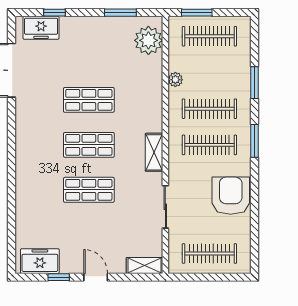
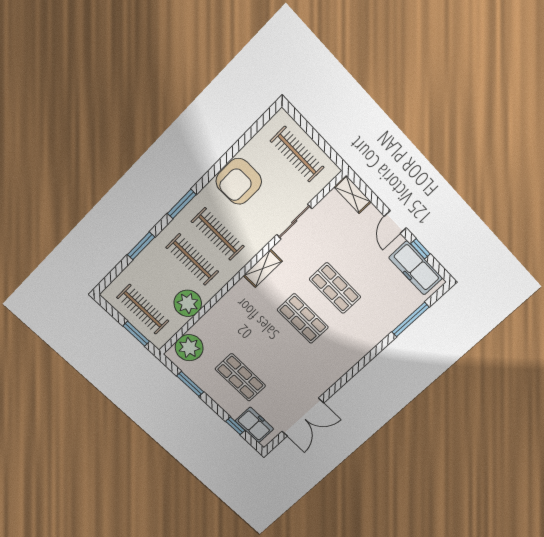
plant: (175, 80) -> (188, 303), width x1.87, depth x1.87
shop shelf: (89, 100) -> (240, 377), moved
window: (11, 222) -> (410, 319), added
freezer: (40, 261) -> (416, 268), width x1.40

